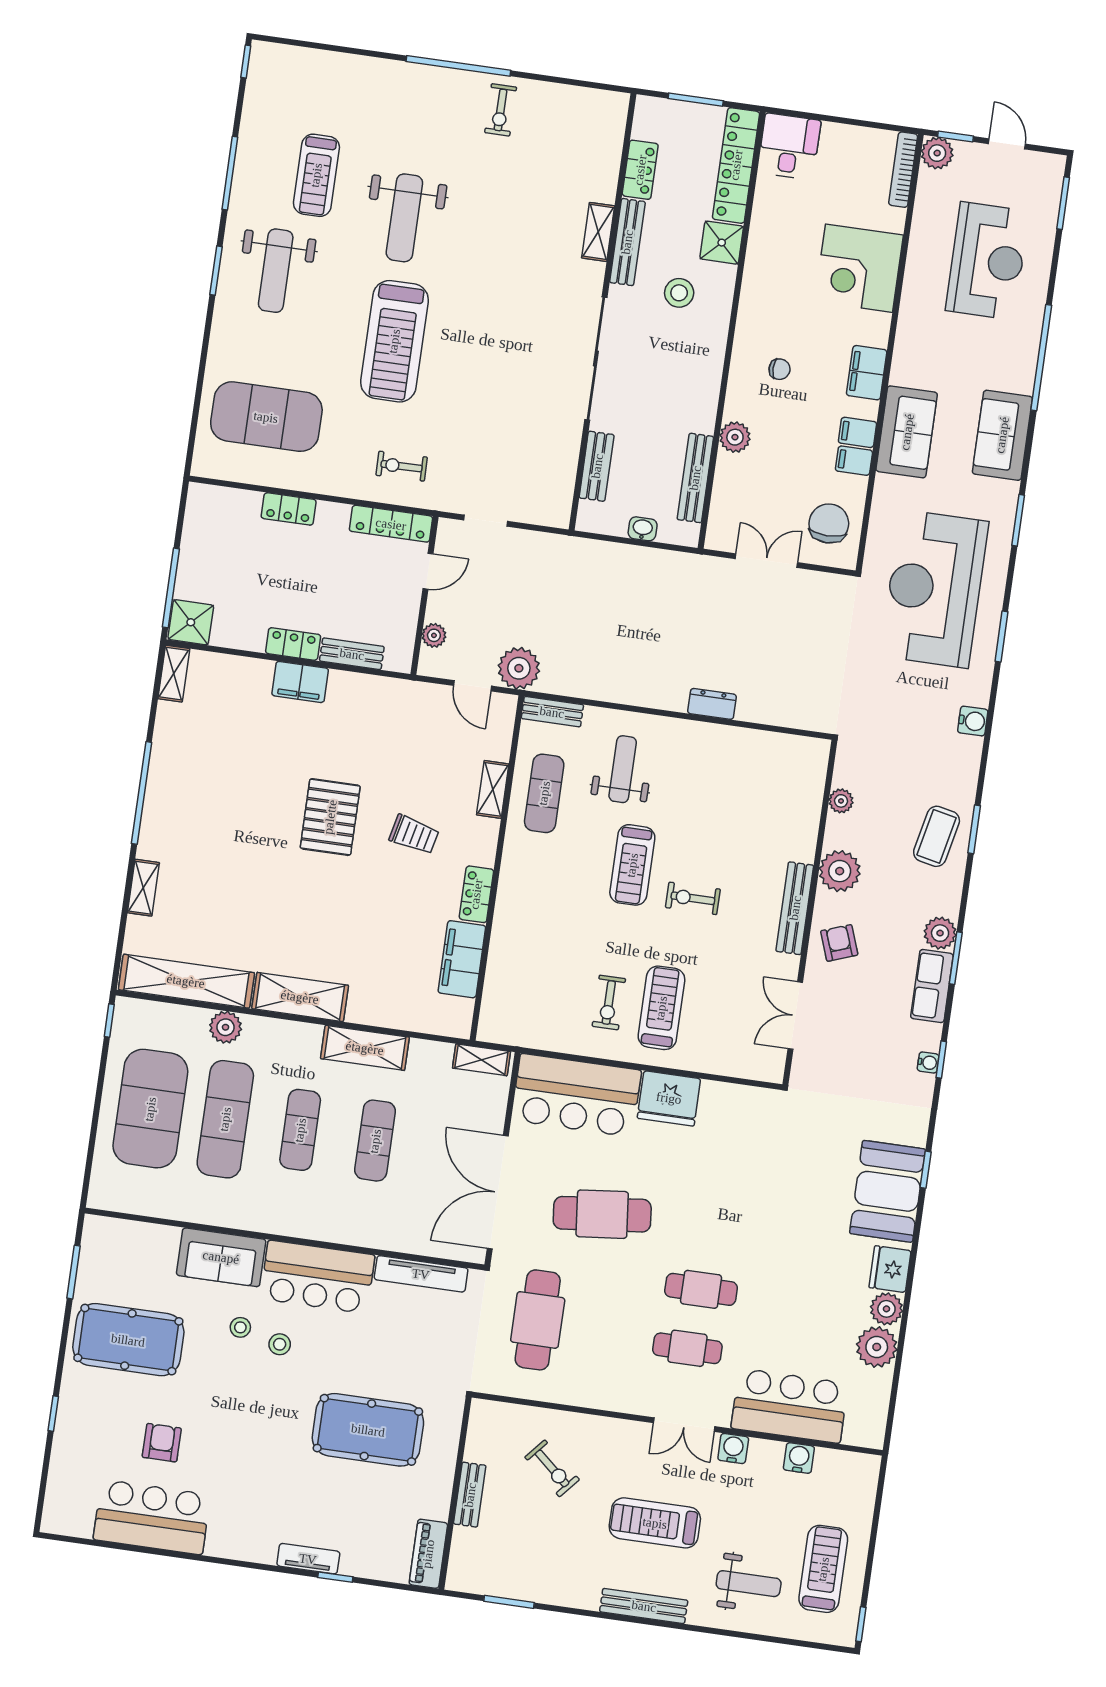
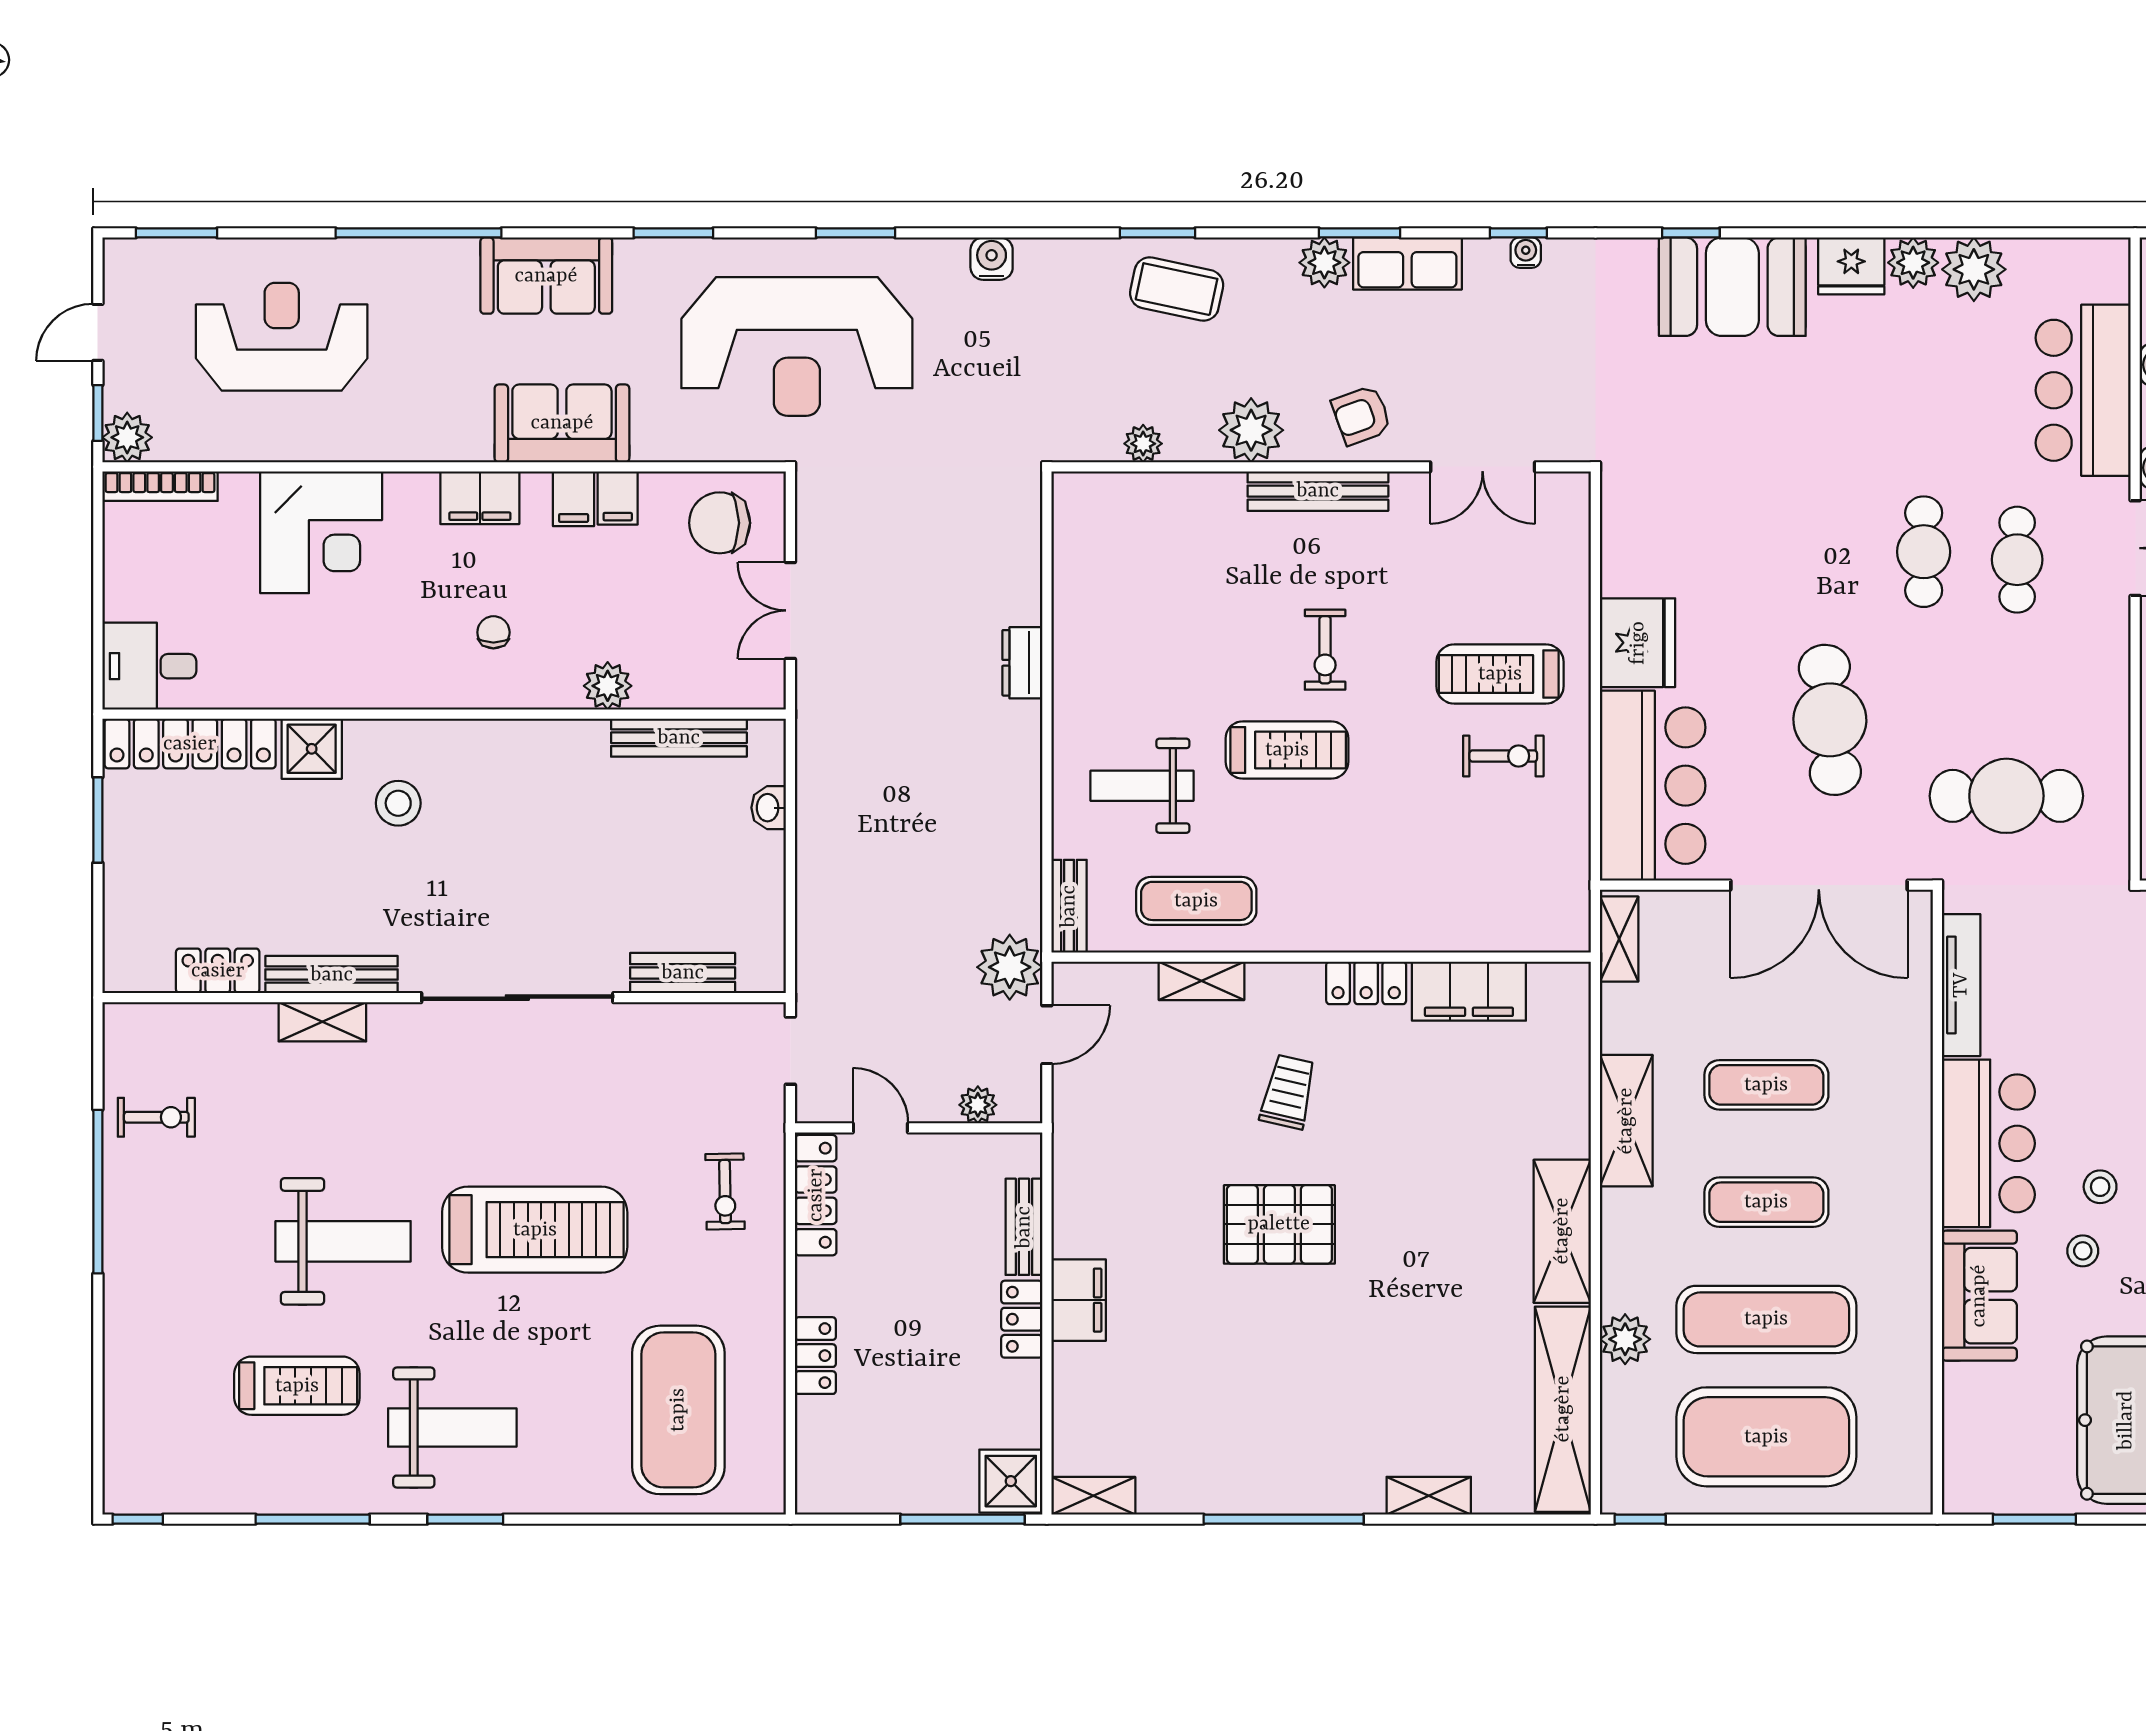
locker: (640, 170) -> (218, 971), moved
shelving: (598, 232) -> (322, 1022), moved
bench: (627, 242) -> (332, 975), moved
wall: (603, 312) -> (444, 998), moved
sliding door: (596, 359) -> (517, 998), moved
bench: (597, 466) -> (683, 973), moved

